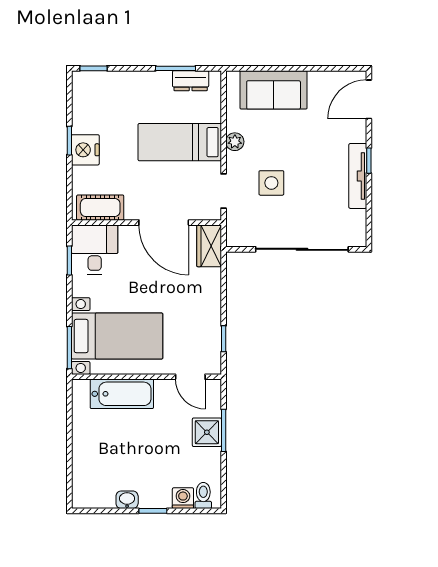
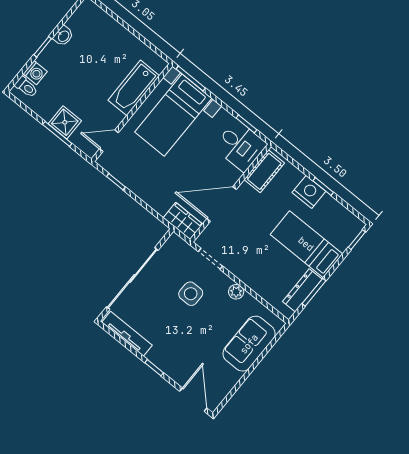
dresser: (191, 81) -> (302, 290), width x1.44
bed: (180, 142) -> (306, 244), moved, turned -90
tv unit: (358, 176) -> (127, 334), moved

